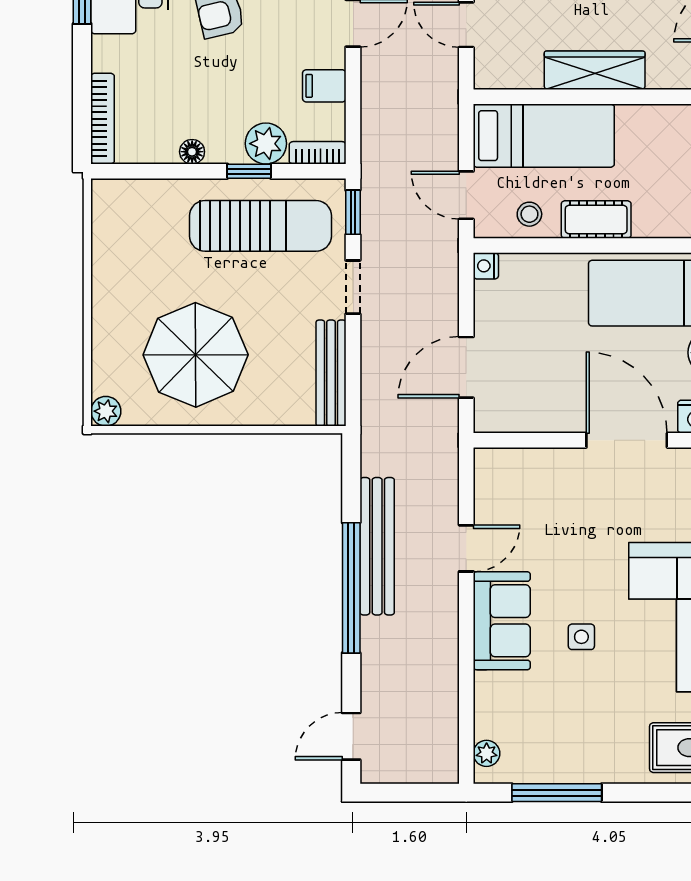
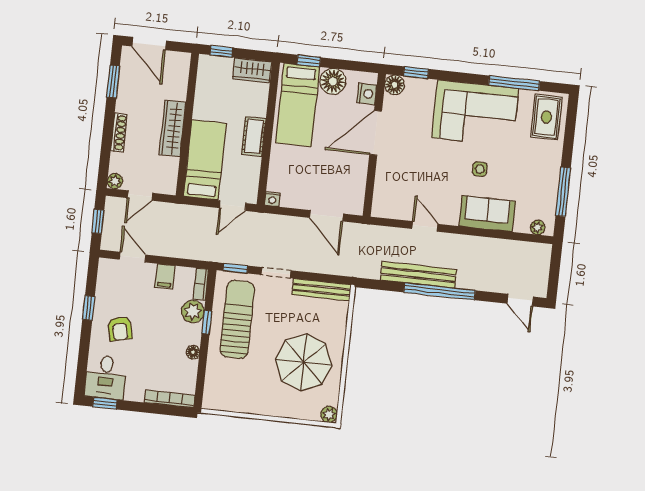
stool: (529, 214) -> (247, 172), removed
sofa: (502, 621) -> (487, 214), moved

